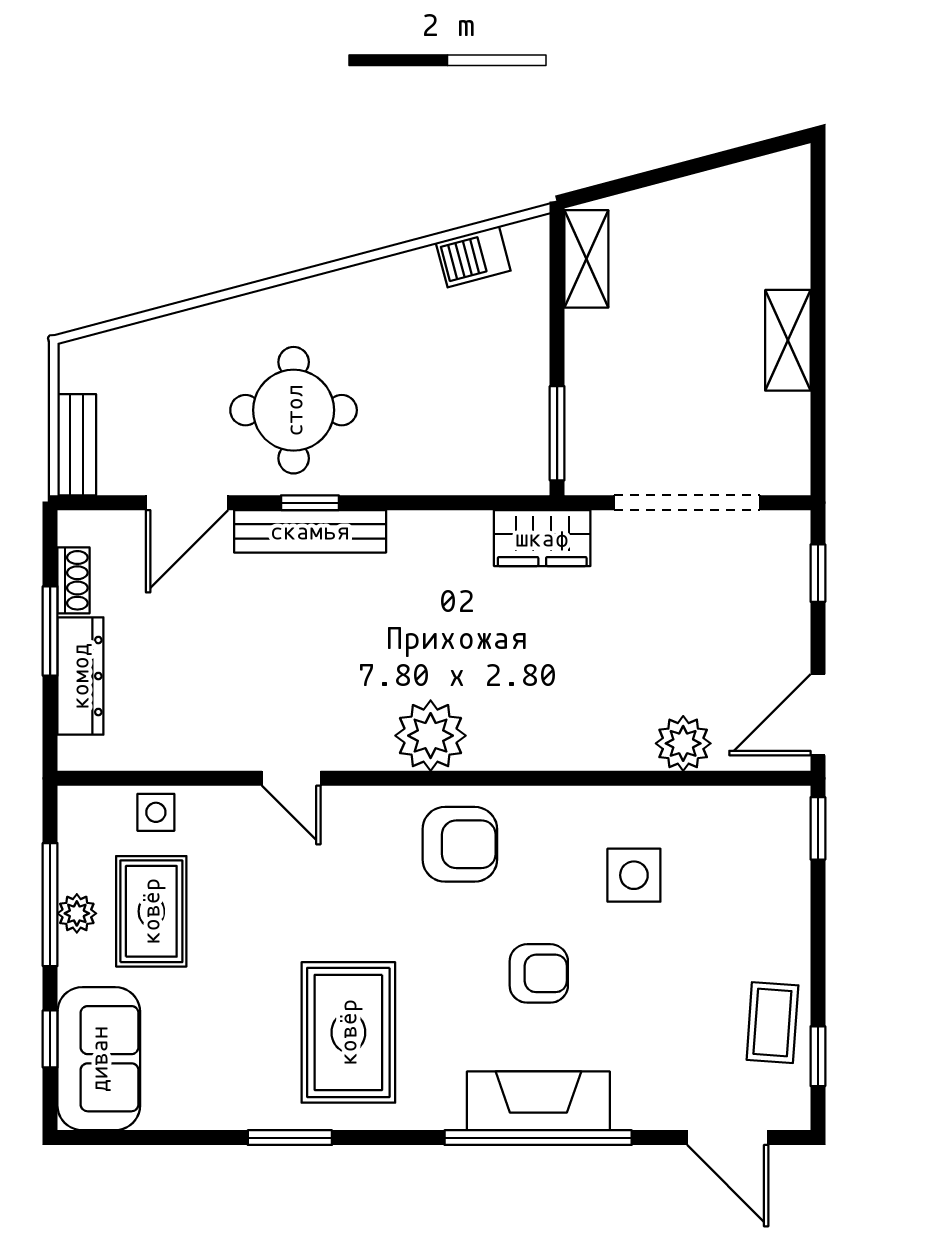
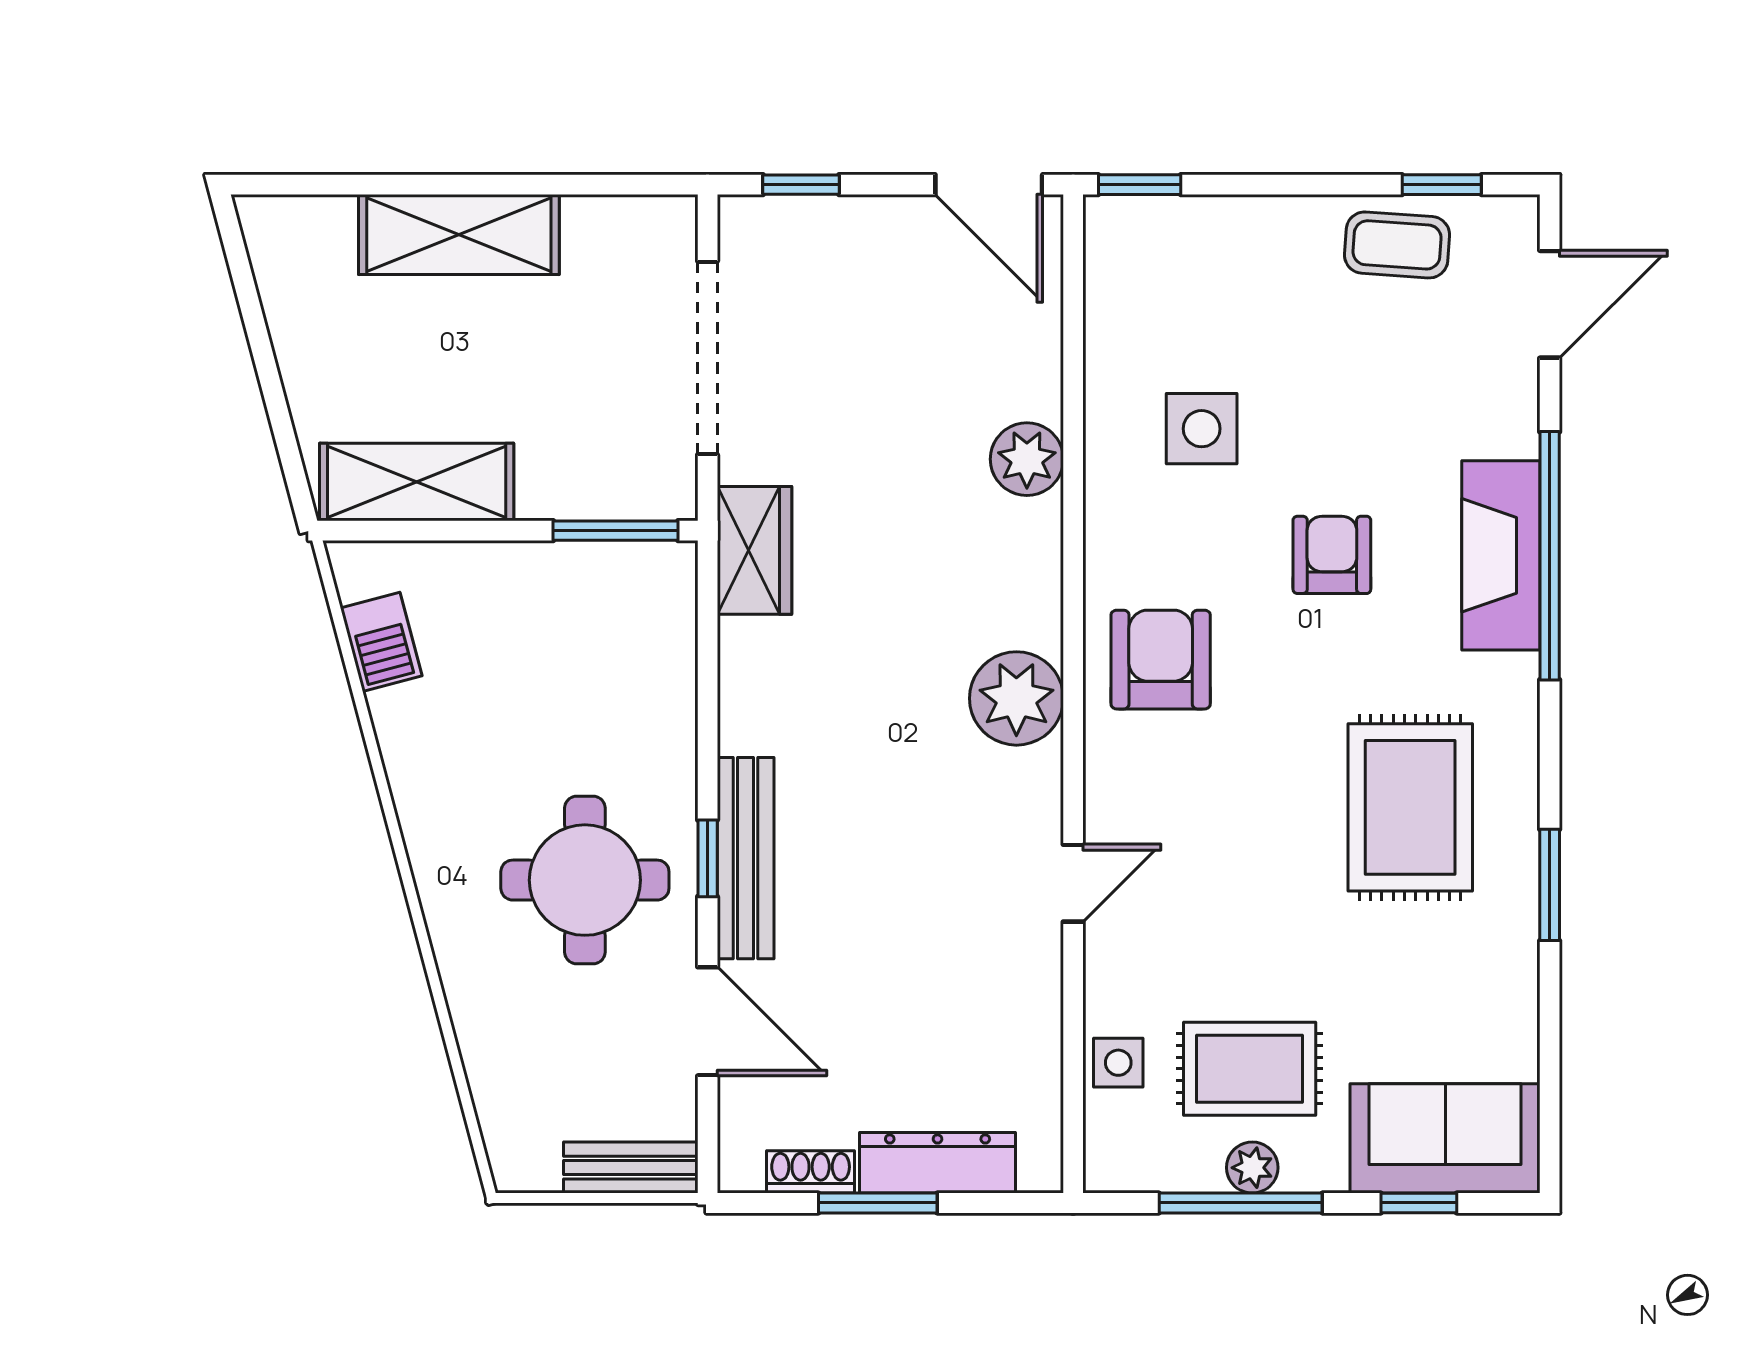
shelving: (586, 259) -> (417, 482), width x1.50, depth x1.33
shelving: (788, 340) -> (459, 235), width x1.50, depth x1.33
plant: (683, 743) -> (1027, 459), moved
rug: (348, 1032) -> (1410, 807), turned 90

